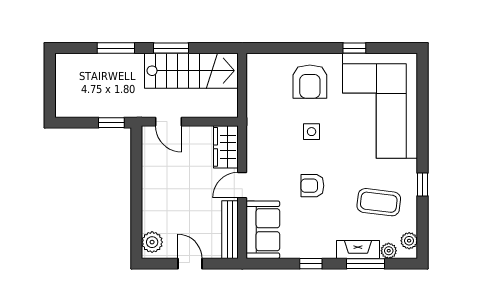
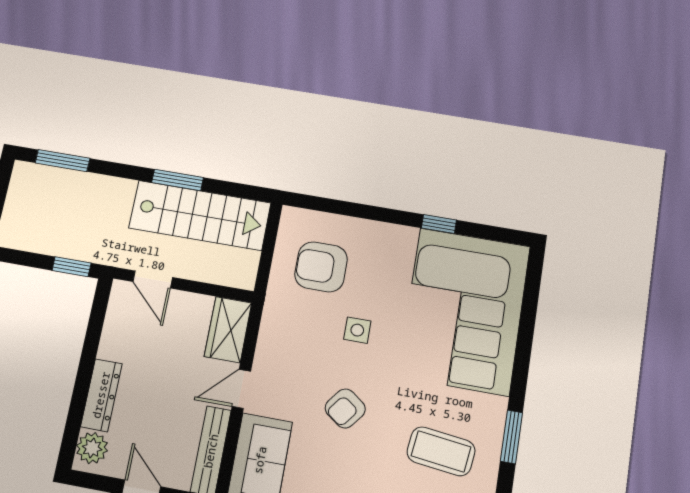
window: (116, 48) -> (63, 161), moved
armchair: (310, 82) -> (321, 267), moved, turned 90
window: (423, 184) -> (511, 437), width x1.50
armchair: (312, 186) -> (345, 408), turned -53
dresser: (151, 206) -> (101, 395), added

